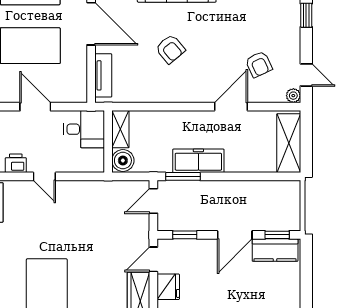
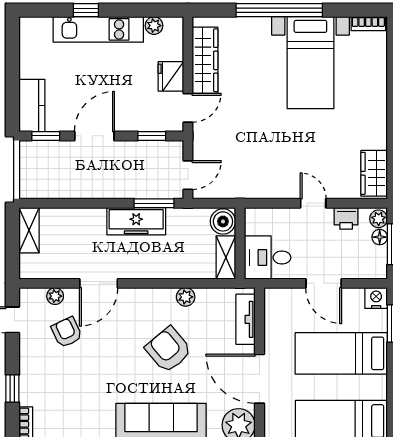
armchair: (170, 49) -> (168, 350), width x1.38, depth x1.38
plant: (155, 95) -> (186, 297), added
plant: (293, 96) -> (55, 296), moved
shelving: (289, 143) -> (29, 230), width x0.67, depth x0.75
kitchen counter: (275, 250) -> (32, 105), moved, turned 90

